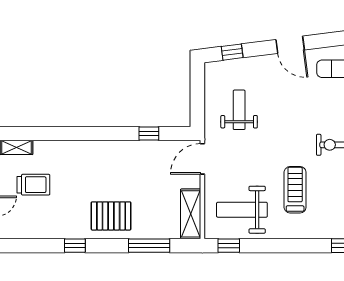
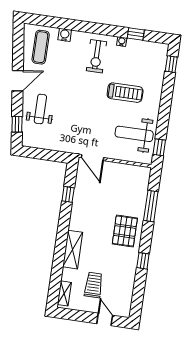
weight bench: (239, 110) -> (40, 109), moved, turned 90
treadmill: (295, 190) -> (125, 93), turned 180
weight bench: (242, 210) -> (134, 134), turned 90
shelving: (191, 214) -> (73, 250), moved, turned 90

